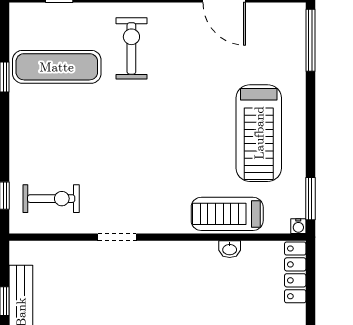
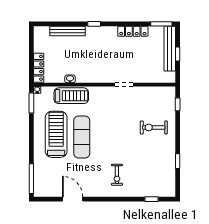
exercise bike: (131, 48) -> (117, 175), width x0.73, depth x0.72
exercise mat: (57, 67) -> (82, 137), moved, turned 90
exercise bike: (51, 199) -> (154, 127), moved

